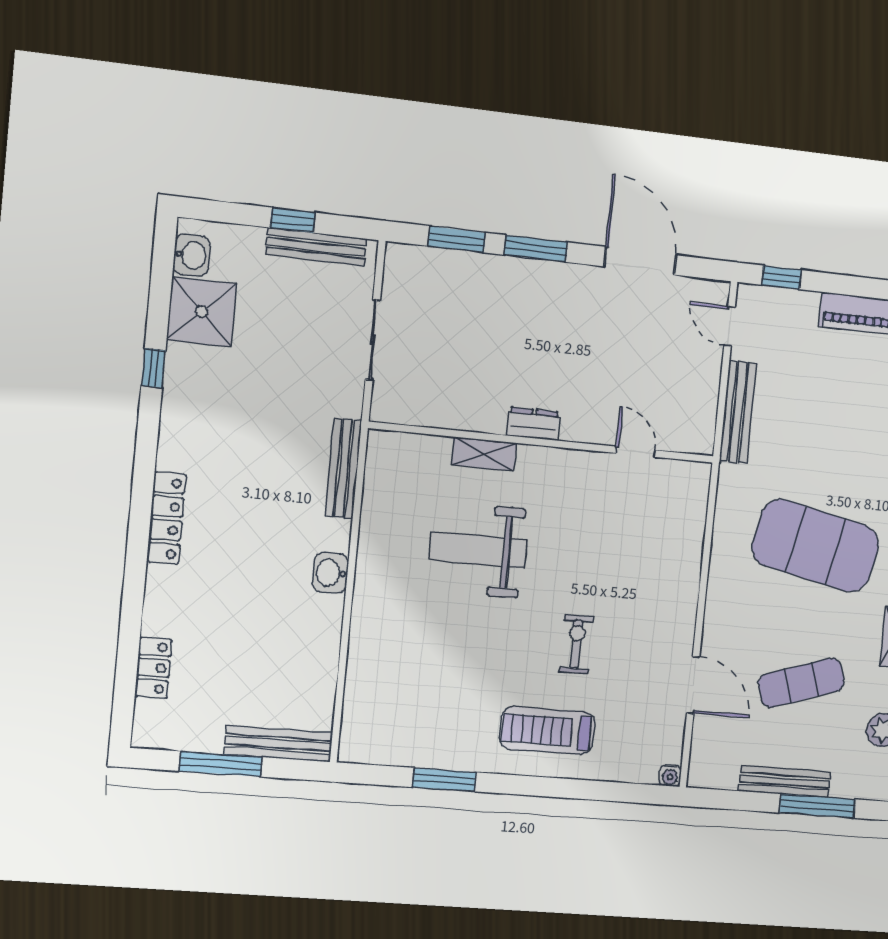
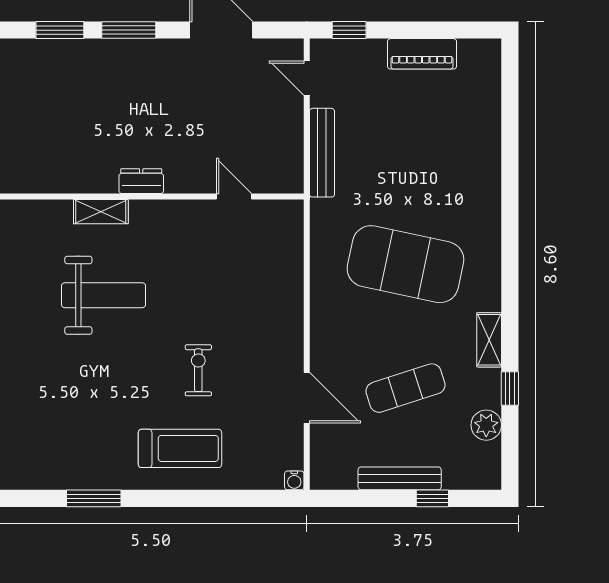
weight bench: (478, 550) -> (104, 295), turned 180
treadmill: (547, 730) -> (180, 448), turned 180
window: (817, 806) -> (432, 498), width x0.46

